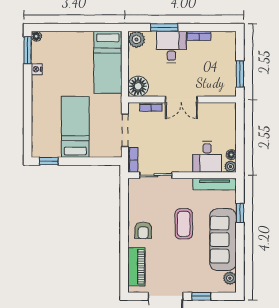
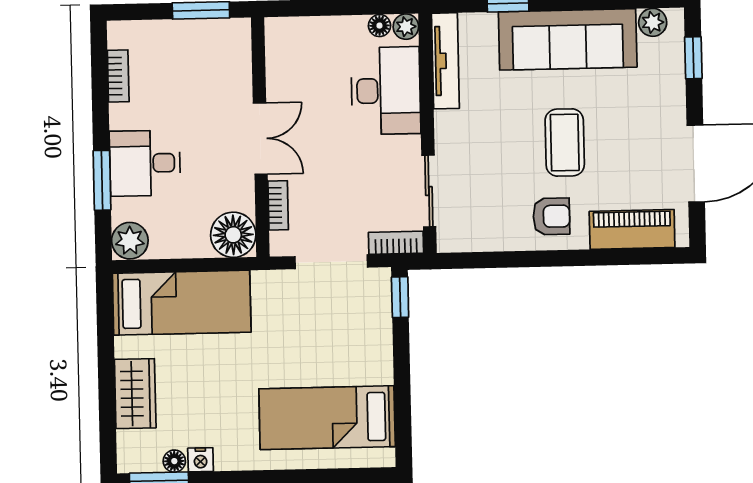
floor lamp: (36, 36) -> (174, 461), moved
bookcase: (199, 36) -> (118, 76), moved
wardrobe: (67, 40) -> (135, 394), added
bed: (75, 127) -> (327, 418), moved
desk: (207, 157) -> (386, 91), width x1.37
window: (49, 161) -> (400, 297), moved
coffee table: (184, 224) -> (565, 143), moved, turned 90
window: (201, 296) -> (693, 58), moved

